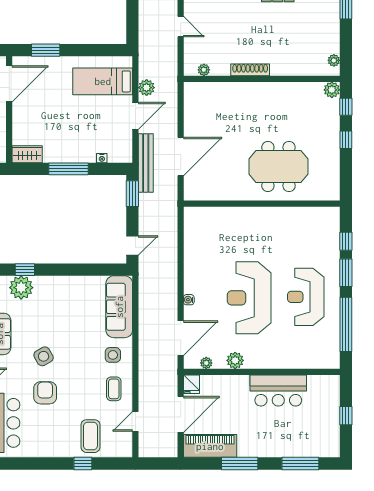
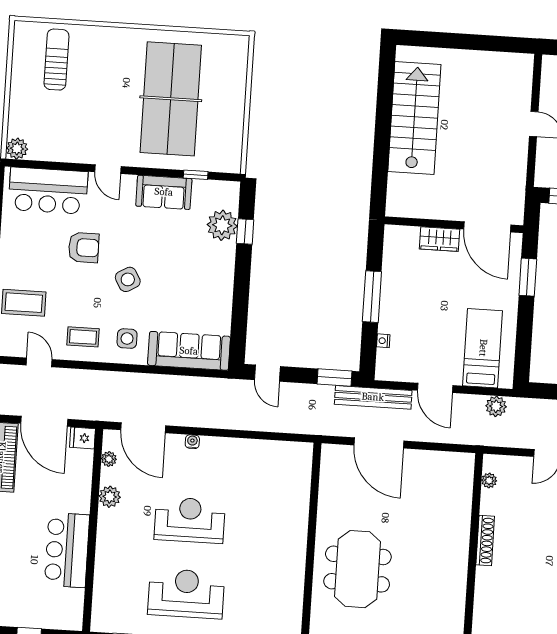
plant: (147, 88) -> (496, 406), moved
wardrobe: (27, 154) -> (440, 239), moved, turned 90
reception desk: (249, 298) -> (190, 520), width x0.74, depth x0.77
side table: (44, 356) -> (128, 279), moved

